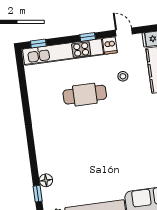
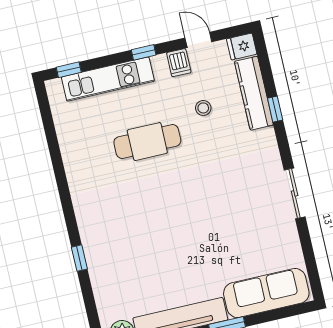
kitchen unit: (63, 52) -> (108, 79), width x0.73
floor lamp: (46, 180) -> (100, 279), removed
window: (38, 194) -> (79, 258), moved

